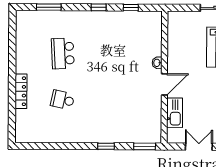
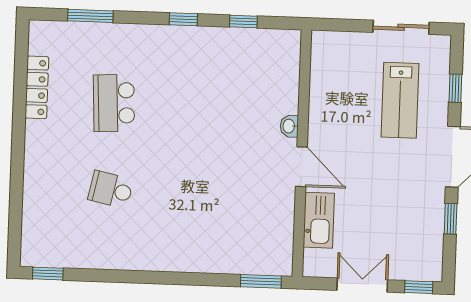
door: (164, 84) -> (301, 167), hinge flipped
locker: (21, 91) -> (37, 87), moved
window: (106, 146) -> (48, 274), moved

